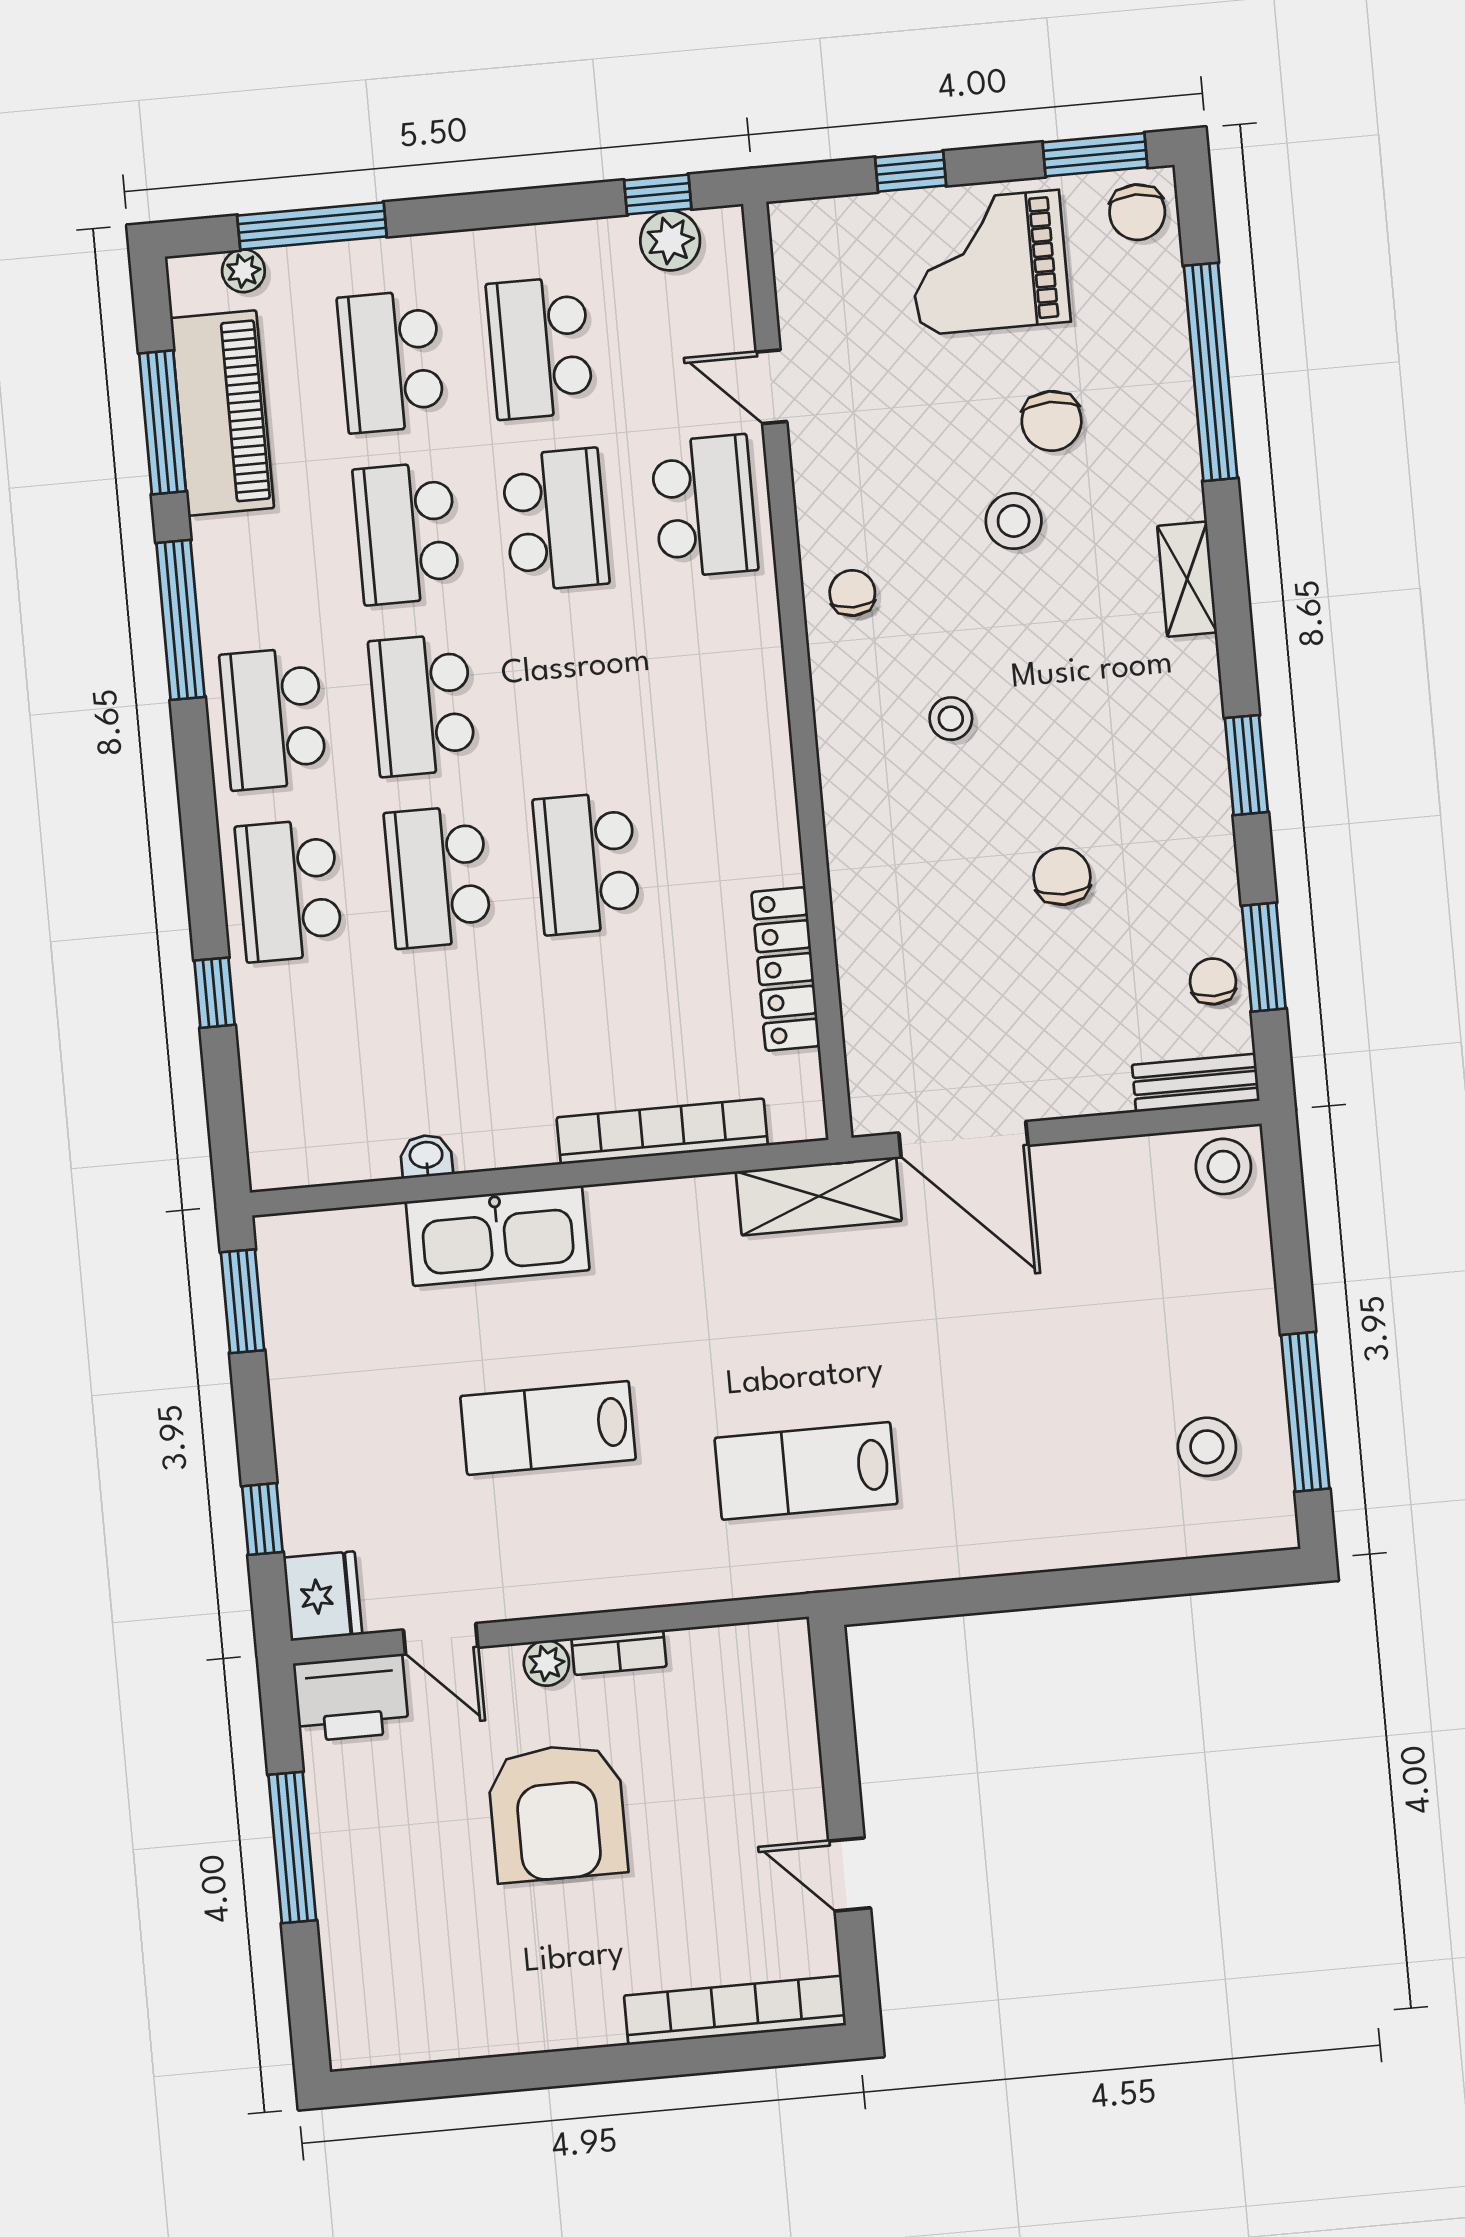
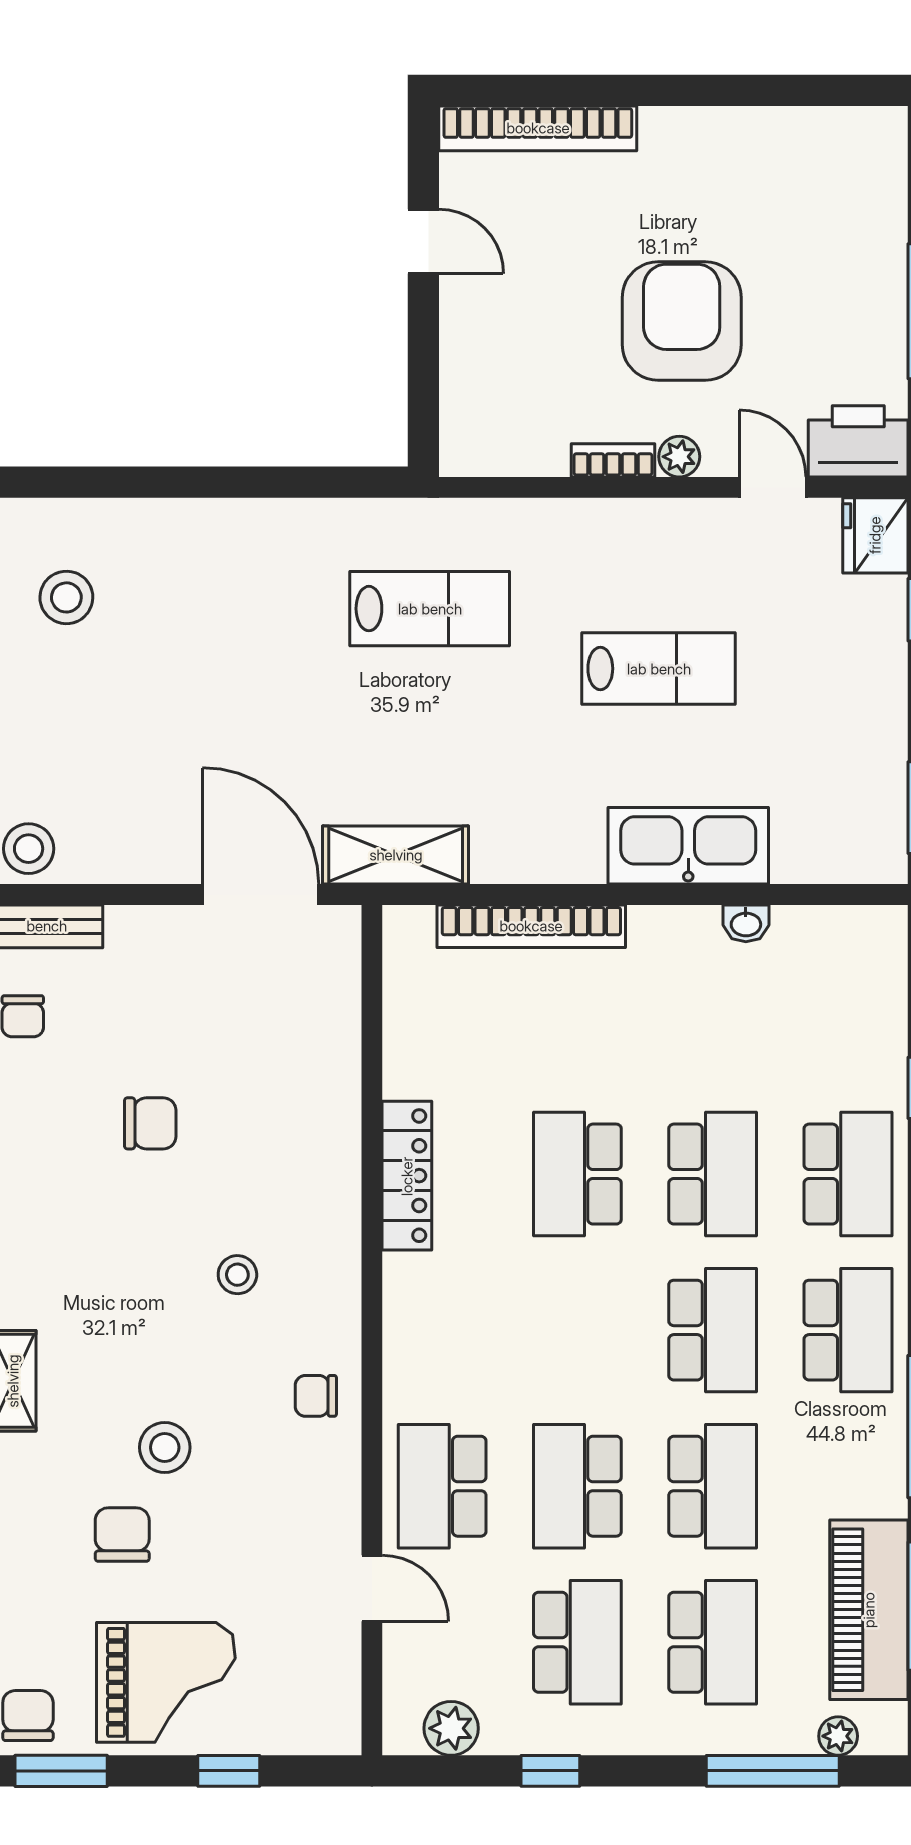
window: (658, 195) -> (550, 1771), moved
chair: (852, 593) -> (316, 1396), turned 90
school desk: (587, 863) -> (577, 1174), turned 180
chair: (1062, 876) -> (150, 1123), turned -90
locker: (786, 969) -> (407, 1176), moved

